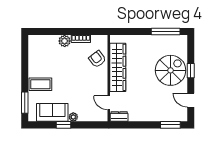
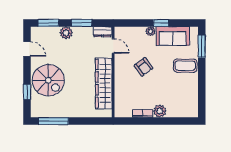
armchair: (97, 59) -> (144, 67), moved
spiral stairs: (171, 70) -> (48, 80), turned -90
window: (191, 71) -> (27, 92), moved
plant: (154, 115) -> (66, 33), added
window: (139, 125) -> (82, 23), added

